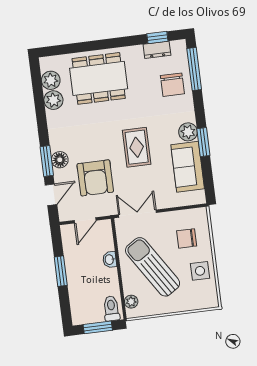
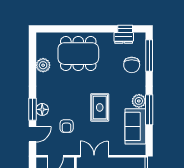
plant: (51, 80) -> (43, 50), removed
window: (203, 142) -> (149, 110), width x1.44
armchair: (95, 178) -> (67, 126), width x0.53, depth x0.53

